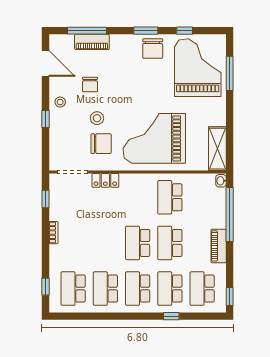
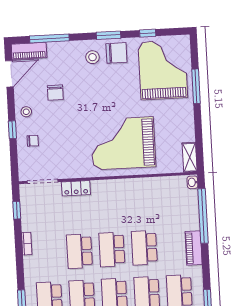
piano: (92, 42) -> (29, 51), moved
chair: (153, 49) -> (116, 53), turned -90
door: (45, 63) -> (9, 74), hinge flipped
window: (230, 73) -> (196, 86), moved
stool: (97, 118) -> (92, 57), moved
chair: (101, 144) -> (33, 141), moved, width x0.54, depth x0.54
shelving: (217, 149) -> (190, 157), width x0.67, depth x0.75
school desk: (170, 197) -> (79, 251), moved

